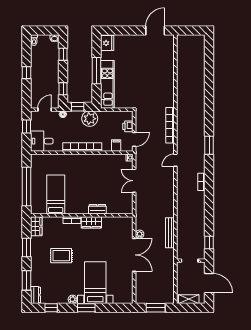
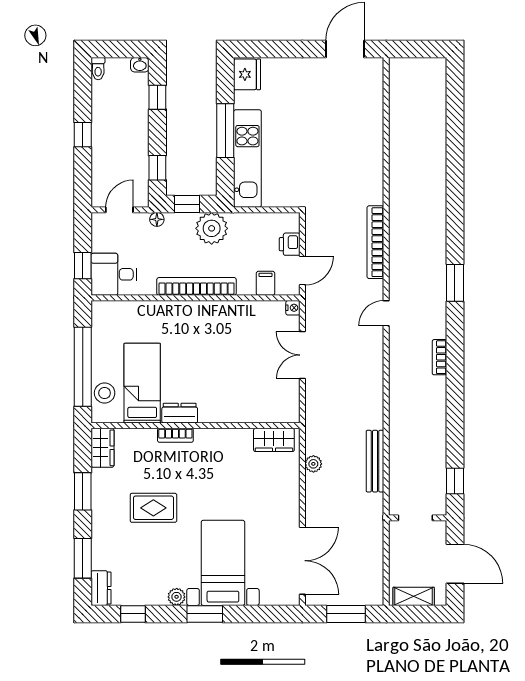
window: (27, 127) -> (83, 266), moved
stool: (37, 199) -> (105, 393), added
dresser: (97, 209) -> (180, 413), moved
wardrobe: (91, 222) -> (274, 440), moved
double door: (134, 255) -> (302, 561), moved

